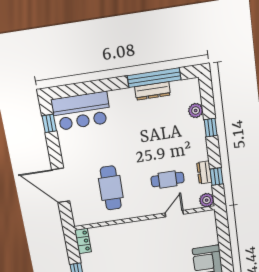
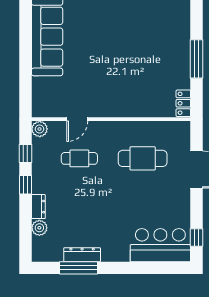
window: (154, 78) -> (78, 268), width x0.68
window: (211, 128) -> (25, 185), moved
dresser: (204, 172) -> (38, 207), moved
cafe table: (111, 188) -> (143, 158), turned 90

